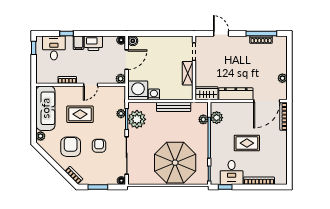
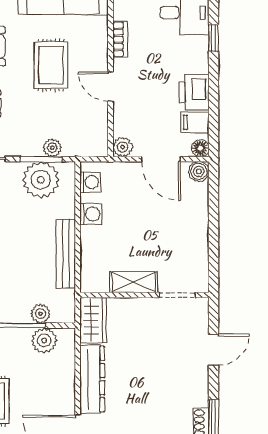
filing cabinet: (78, 43) -> (195, 122), moved
washing machine: (138, 90) -> (90, 182), width x0.53, depth x0.53

